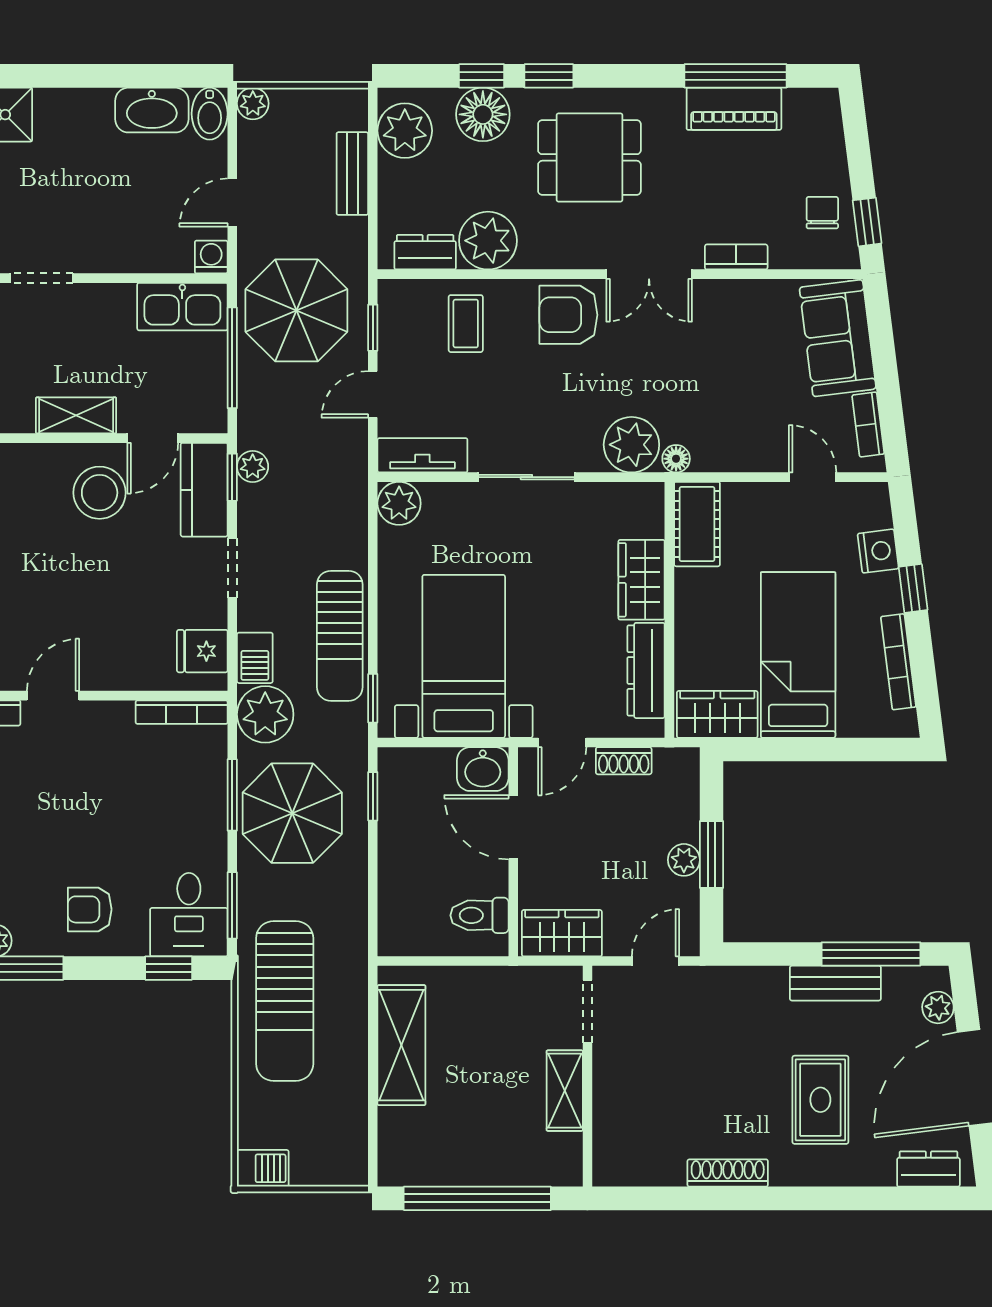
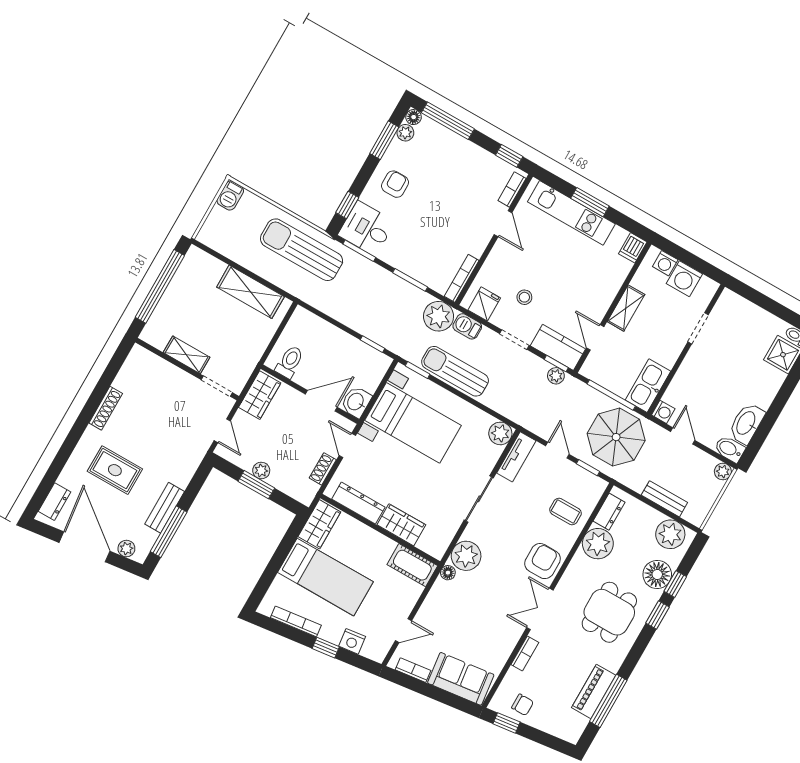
stool: (100, 493) -> (524, 297), moved, width x0.53, depth x0.53
parasol: (292, 813) -> (386, 303), removed

